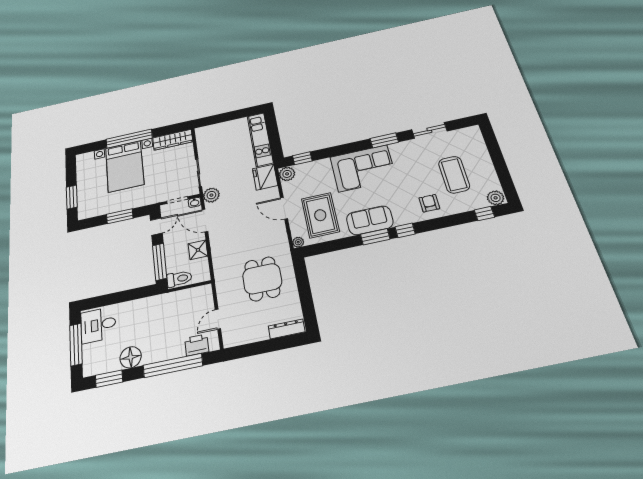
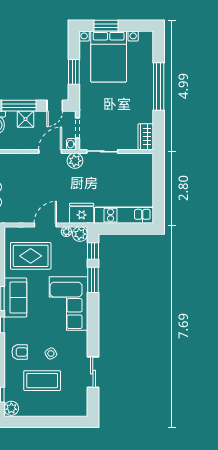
wardrobe: (173, 140) -> (146, 137), width x0.67
window: (384, 140) -> (93, 280), moved
bed with nightstands: (125, 166) -> (109, 56), moved, turned -90
side table: (422, 173) -> (51, 353), added
door: (156, 227) -> (55, 106), hinge flipped
plant: (298, 242) -> (66, 232), moved
shower: (198, 250) -> (25, 119), moved

